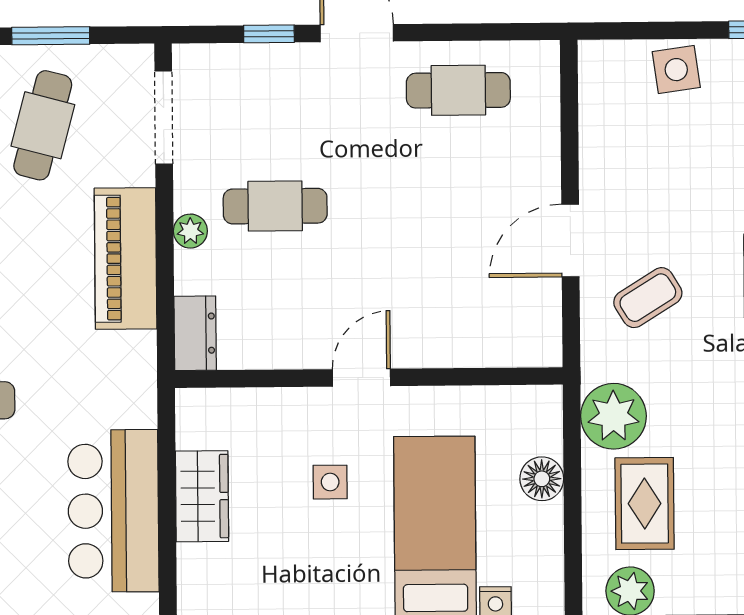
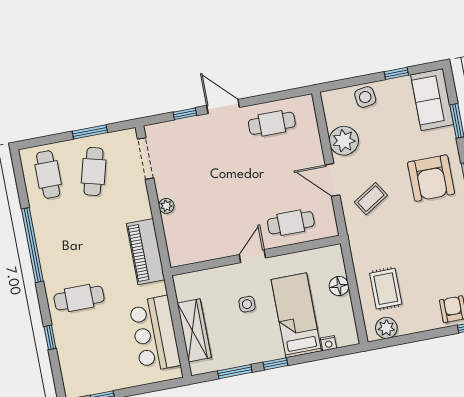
cafe table: (275, 206) -> (291, 223), moved
door: (570, 241) -> (333, 180), hinge flipped
piano: (125, 259) -> (146, 252), moved
dresser: (195, 333) -> (176, 250), removed
plant: (613, 416) -> (344, 141), moved
wardrobe: (202, 496) -> (194, 330), width x1.50

